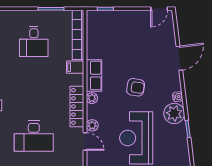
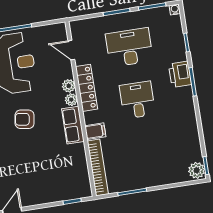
desk: (34, 41) -> (137, 100), moved
plant: (92, 125) -> (69, 86), moved

